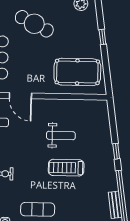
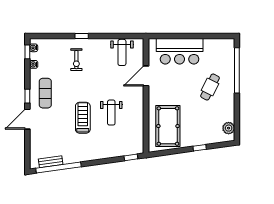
cafe table: (34, 24) -> (210, 87), width x0.73, depth x0.74
window: (116, 151) -> (131, 157), moved

